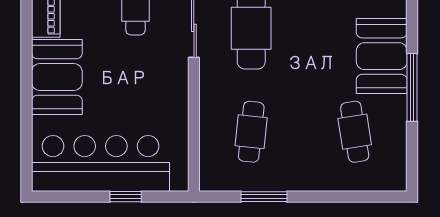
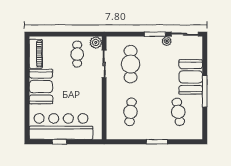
window: (126, 197) -> (59, 142), moved
window: (264, 197) -> (157, 142), moved

